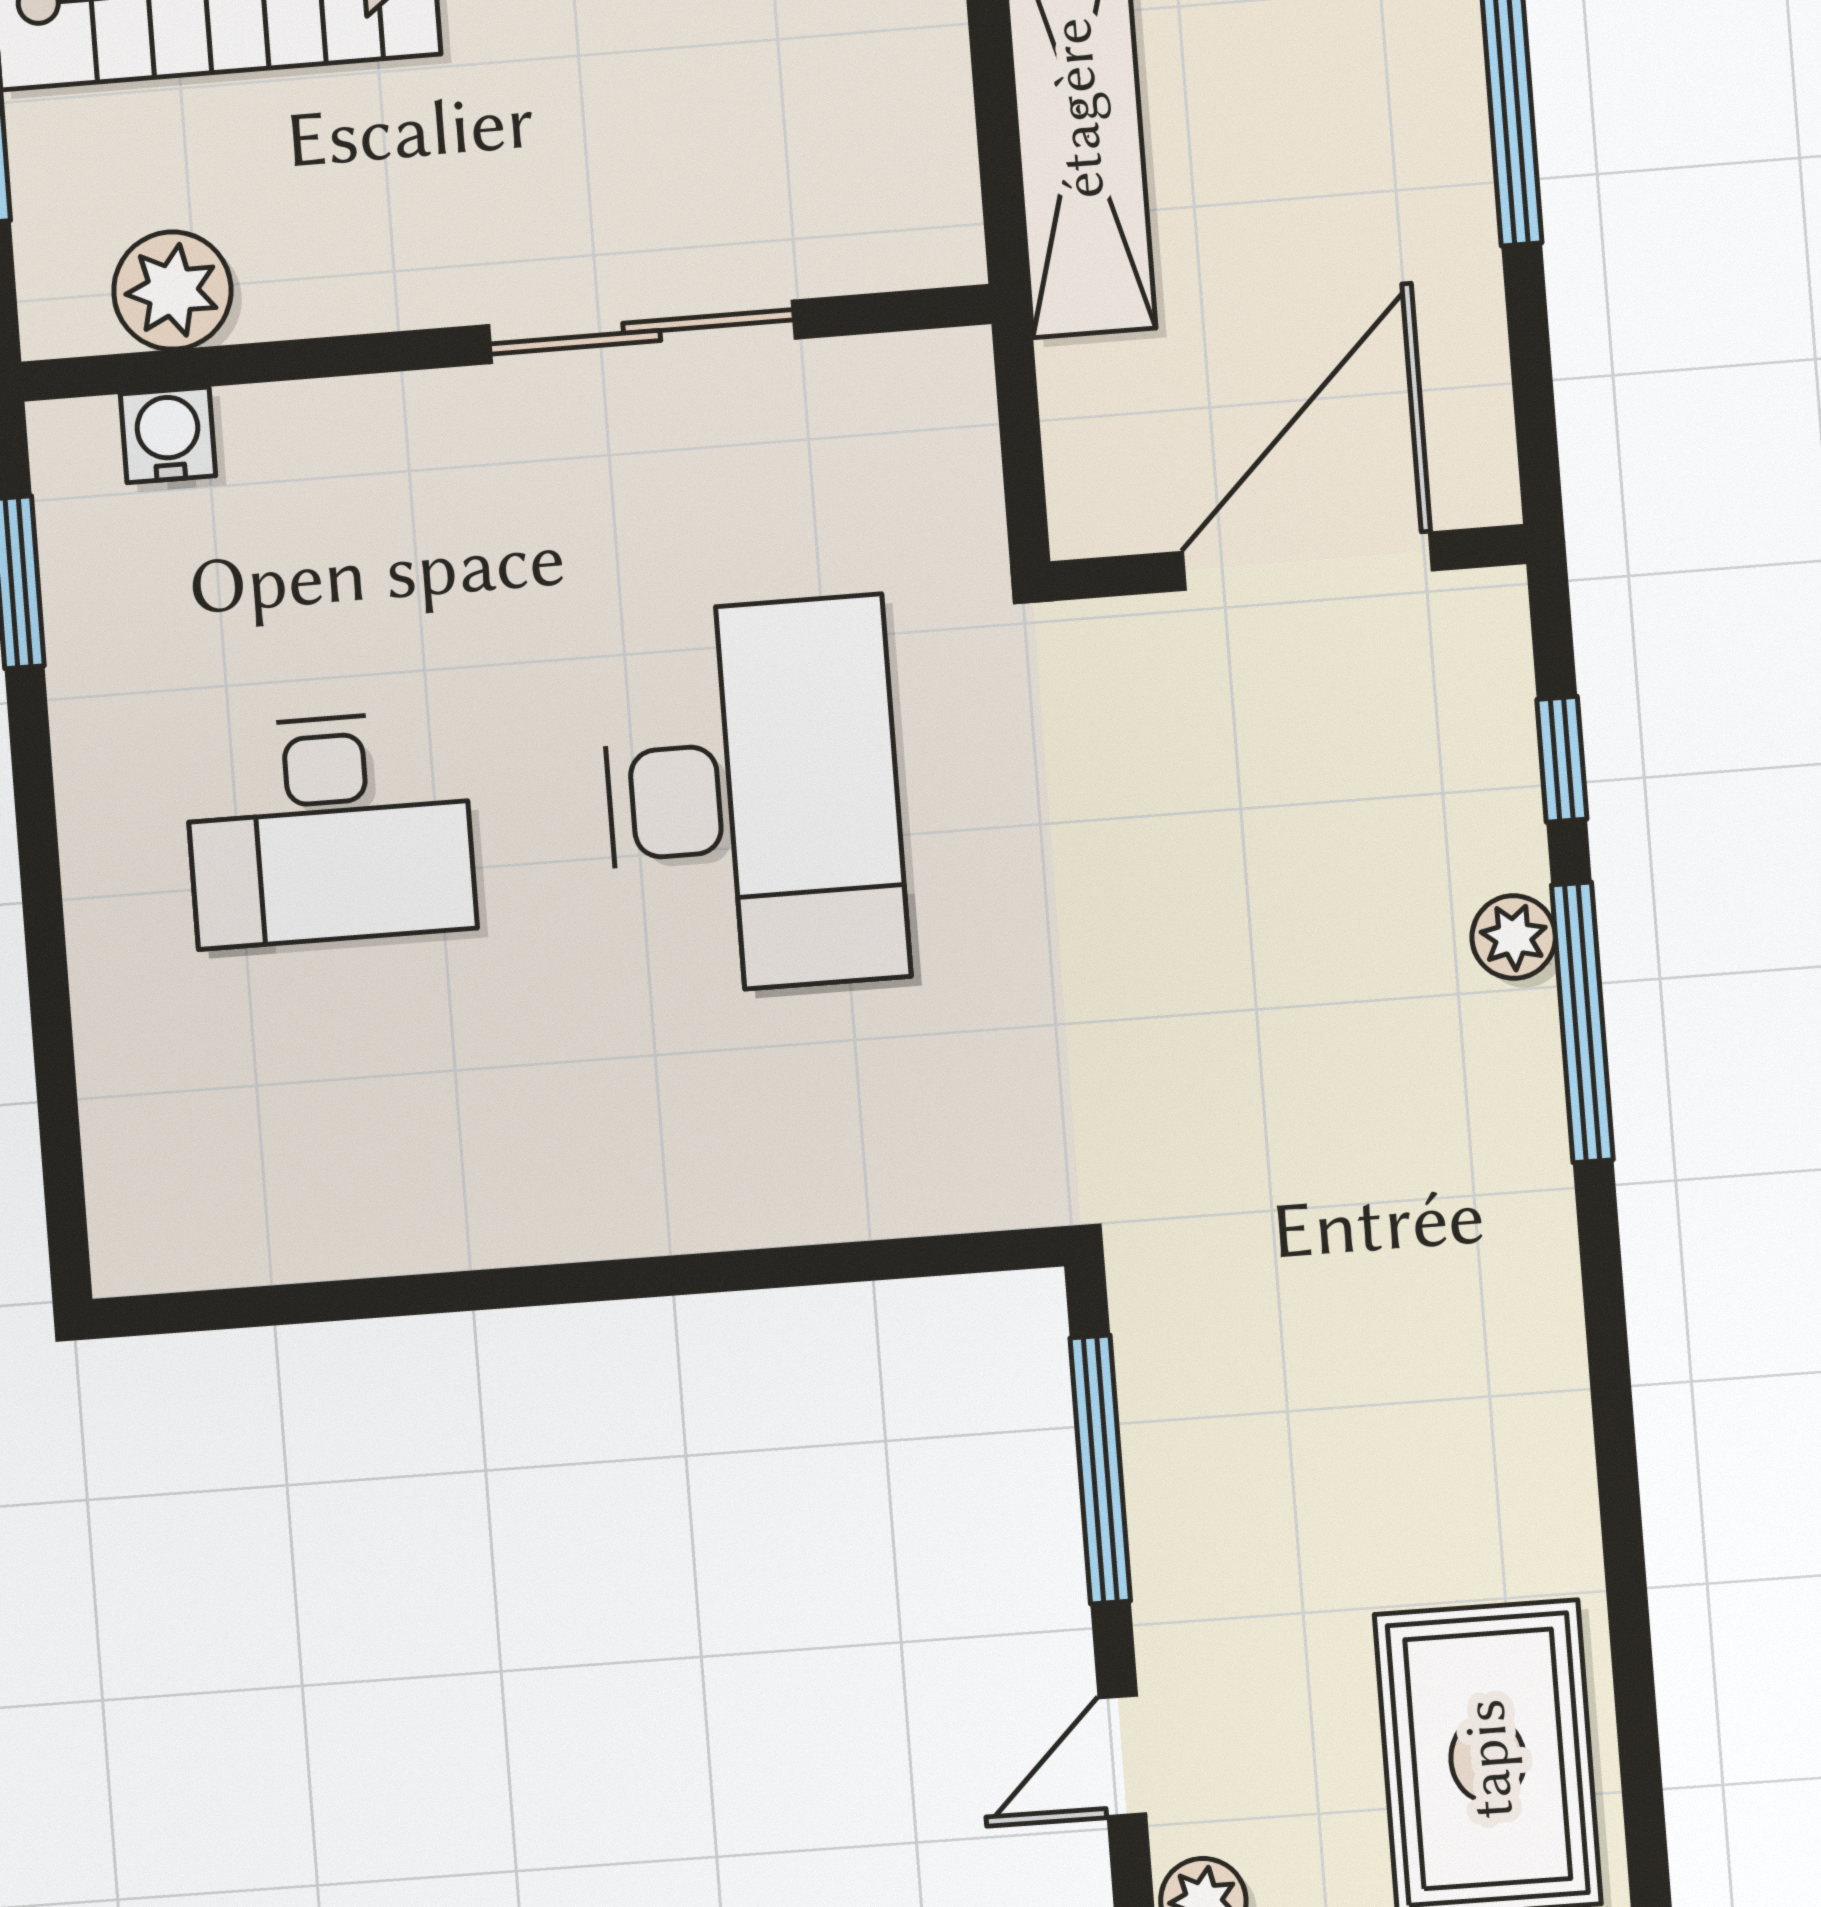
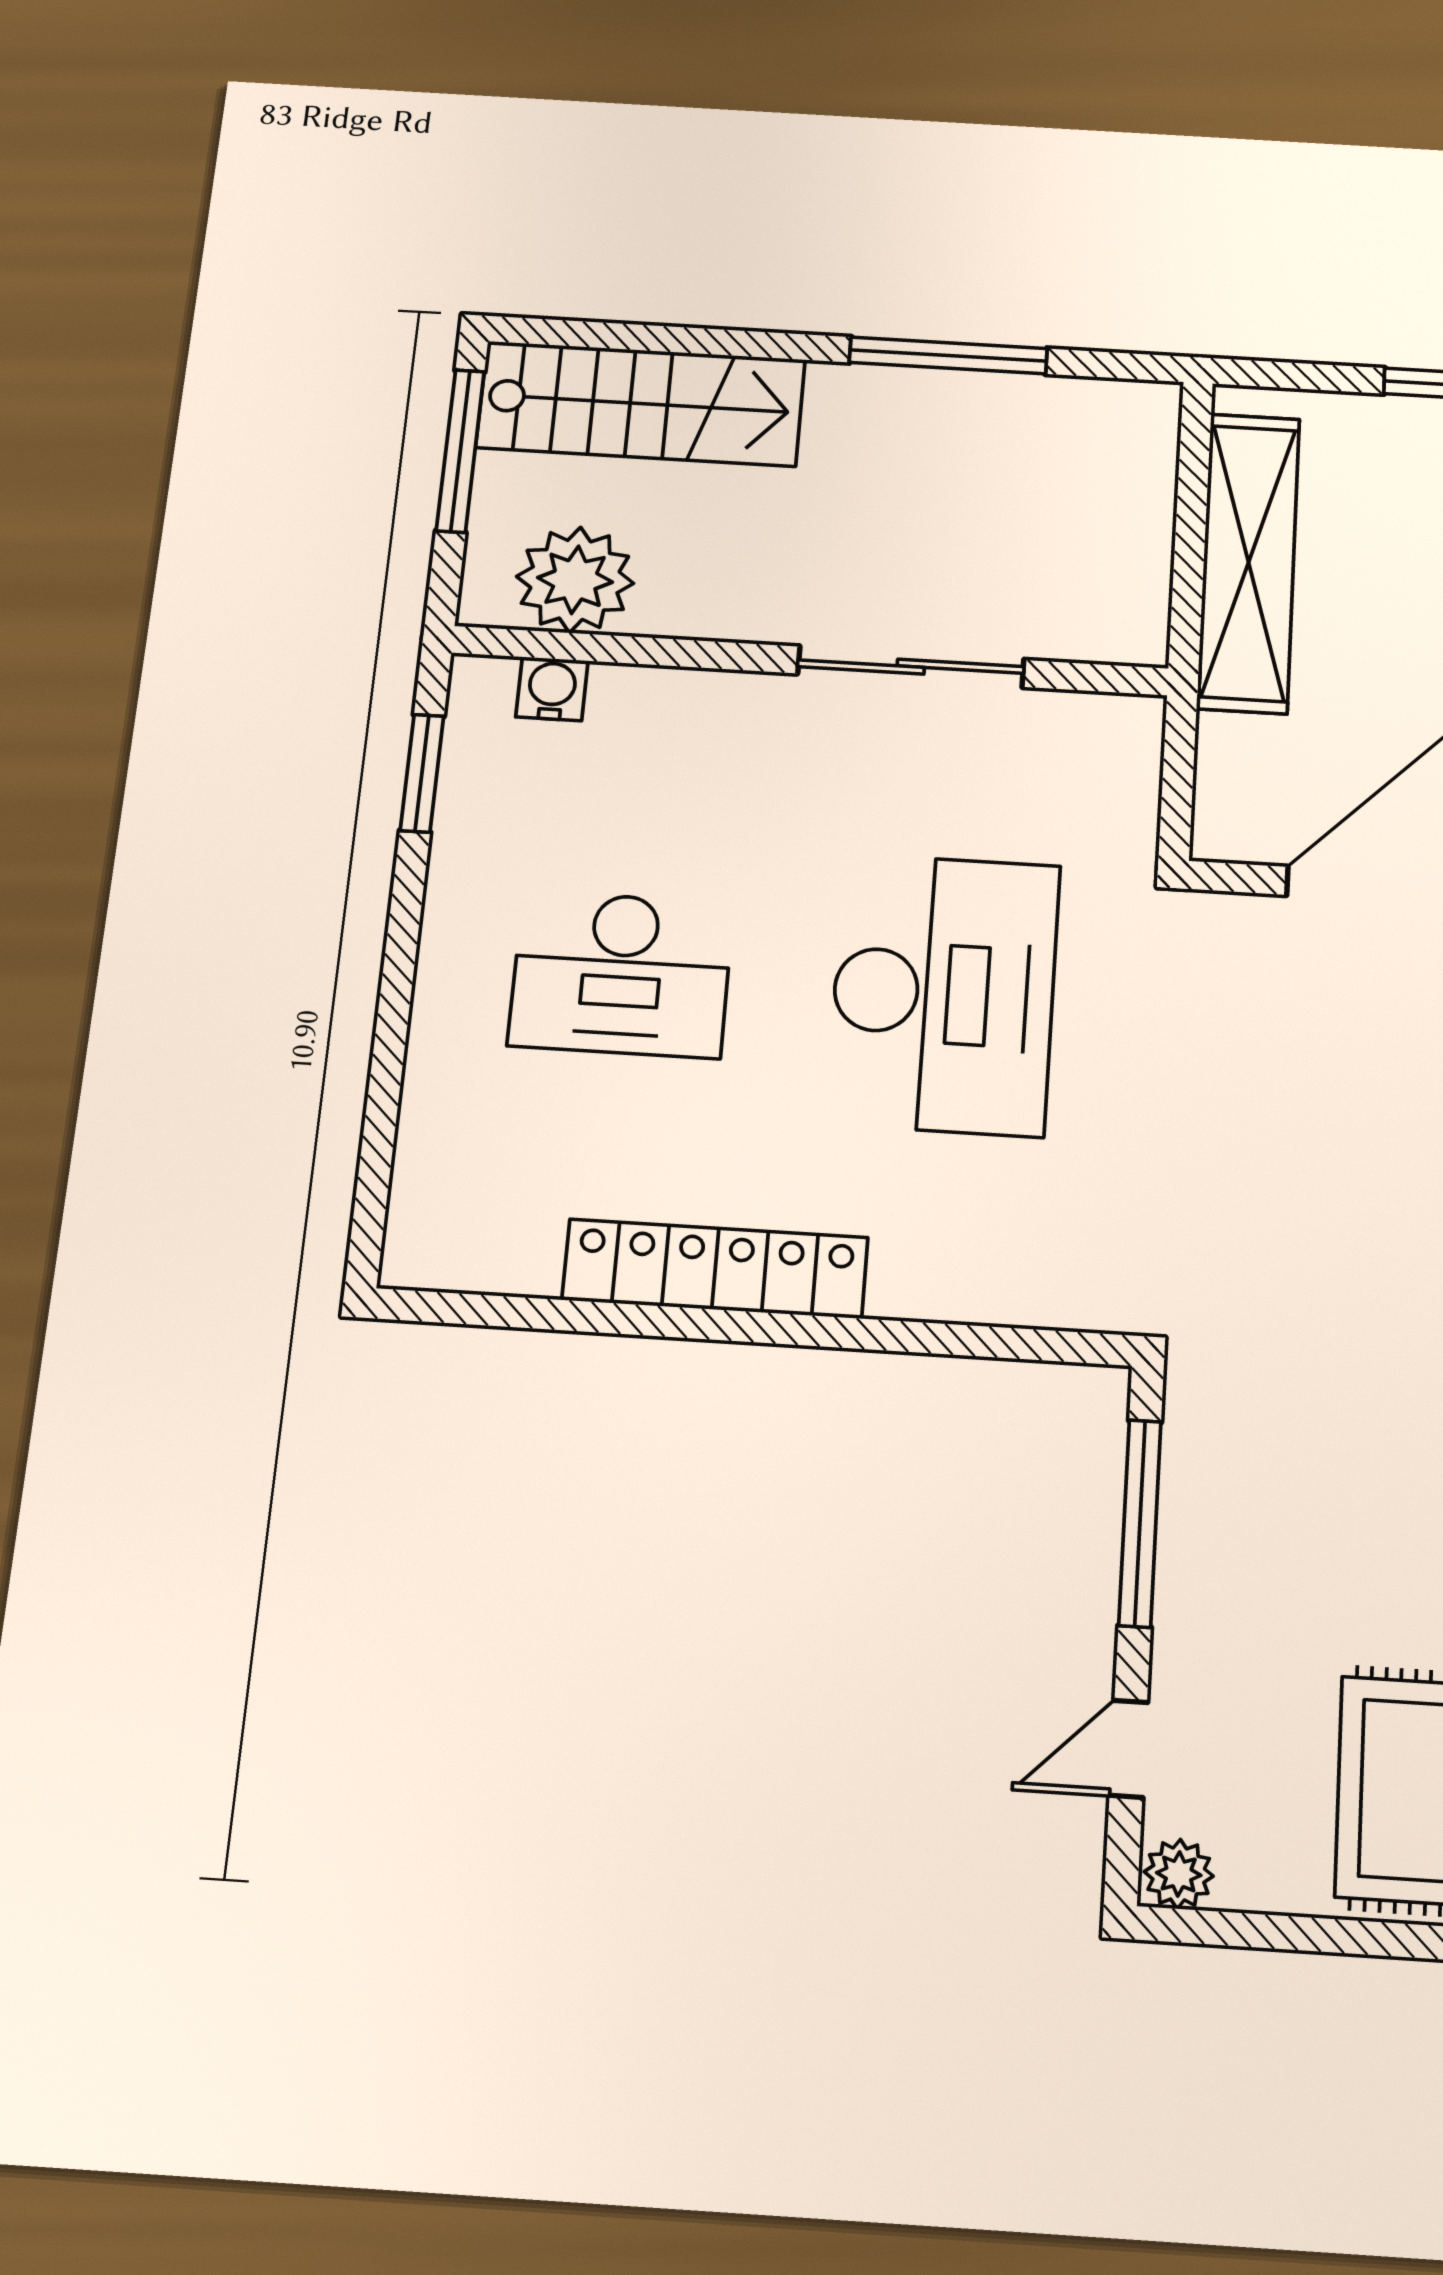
plant: (172, 291) -> (575, 580), width x1.36, depth x1.36
locker: (517, 1212) -> (715, 1269), added

